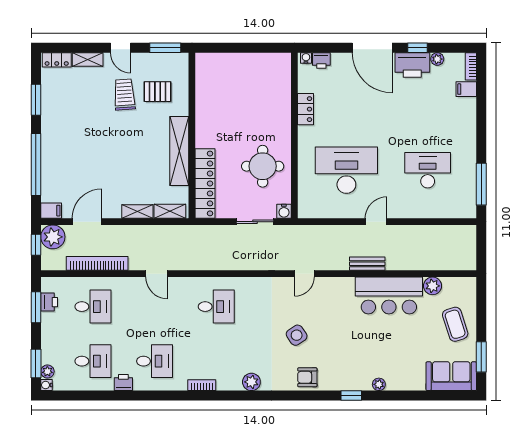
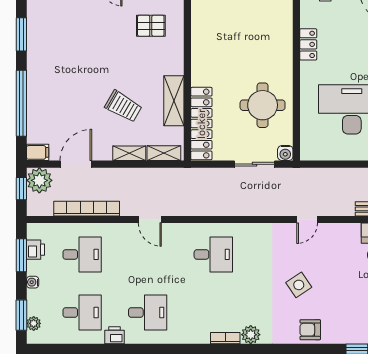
trolley: (124, 94) -> (123, 106), moved, turned 124
shelving: (179, 151) -> (174, 101), width x0.68
water cooler: (46, 385) -> (33, 282), moved
bookcase: (202, 385) -> (225, 338), moved

